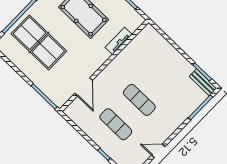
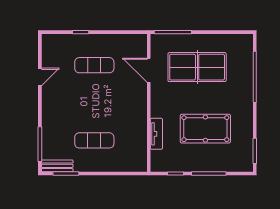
table tennis table: (39, 42) -> (197, 67), moved
exercise mat: (139, 100) -> (94, 140), moved

